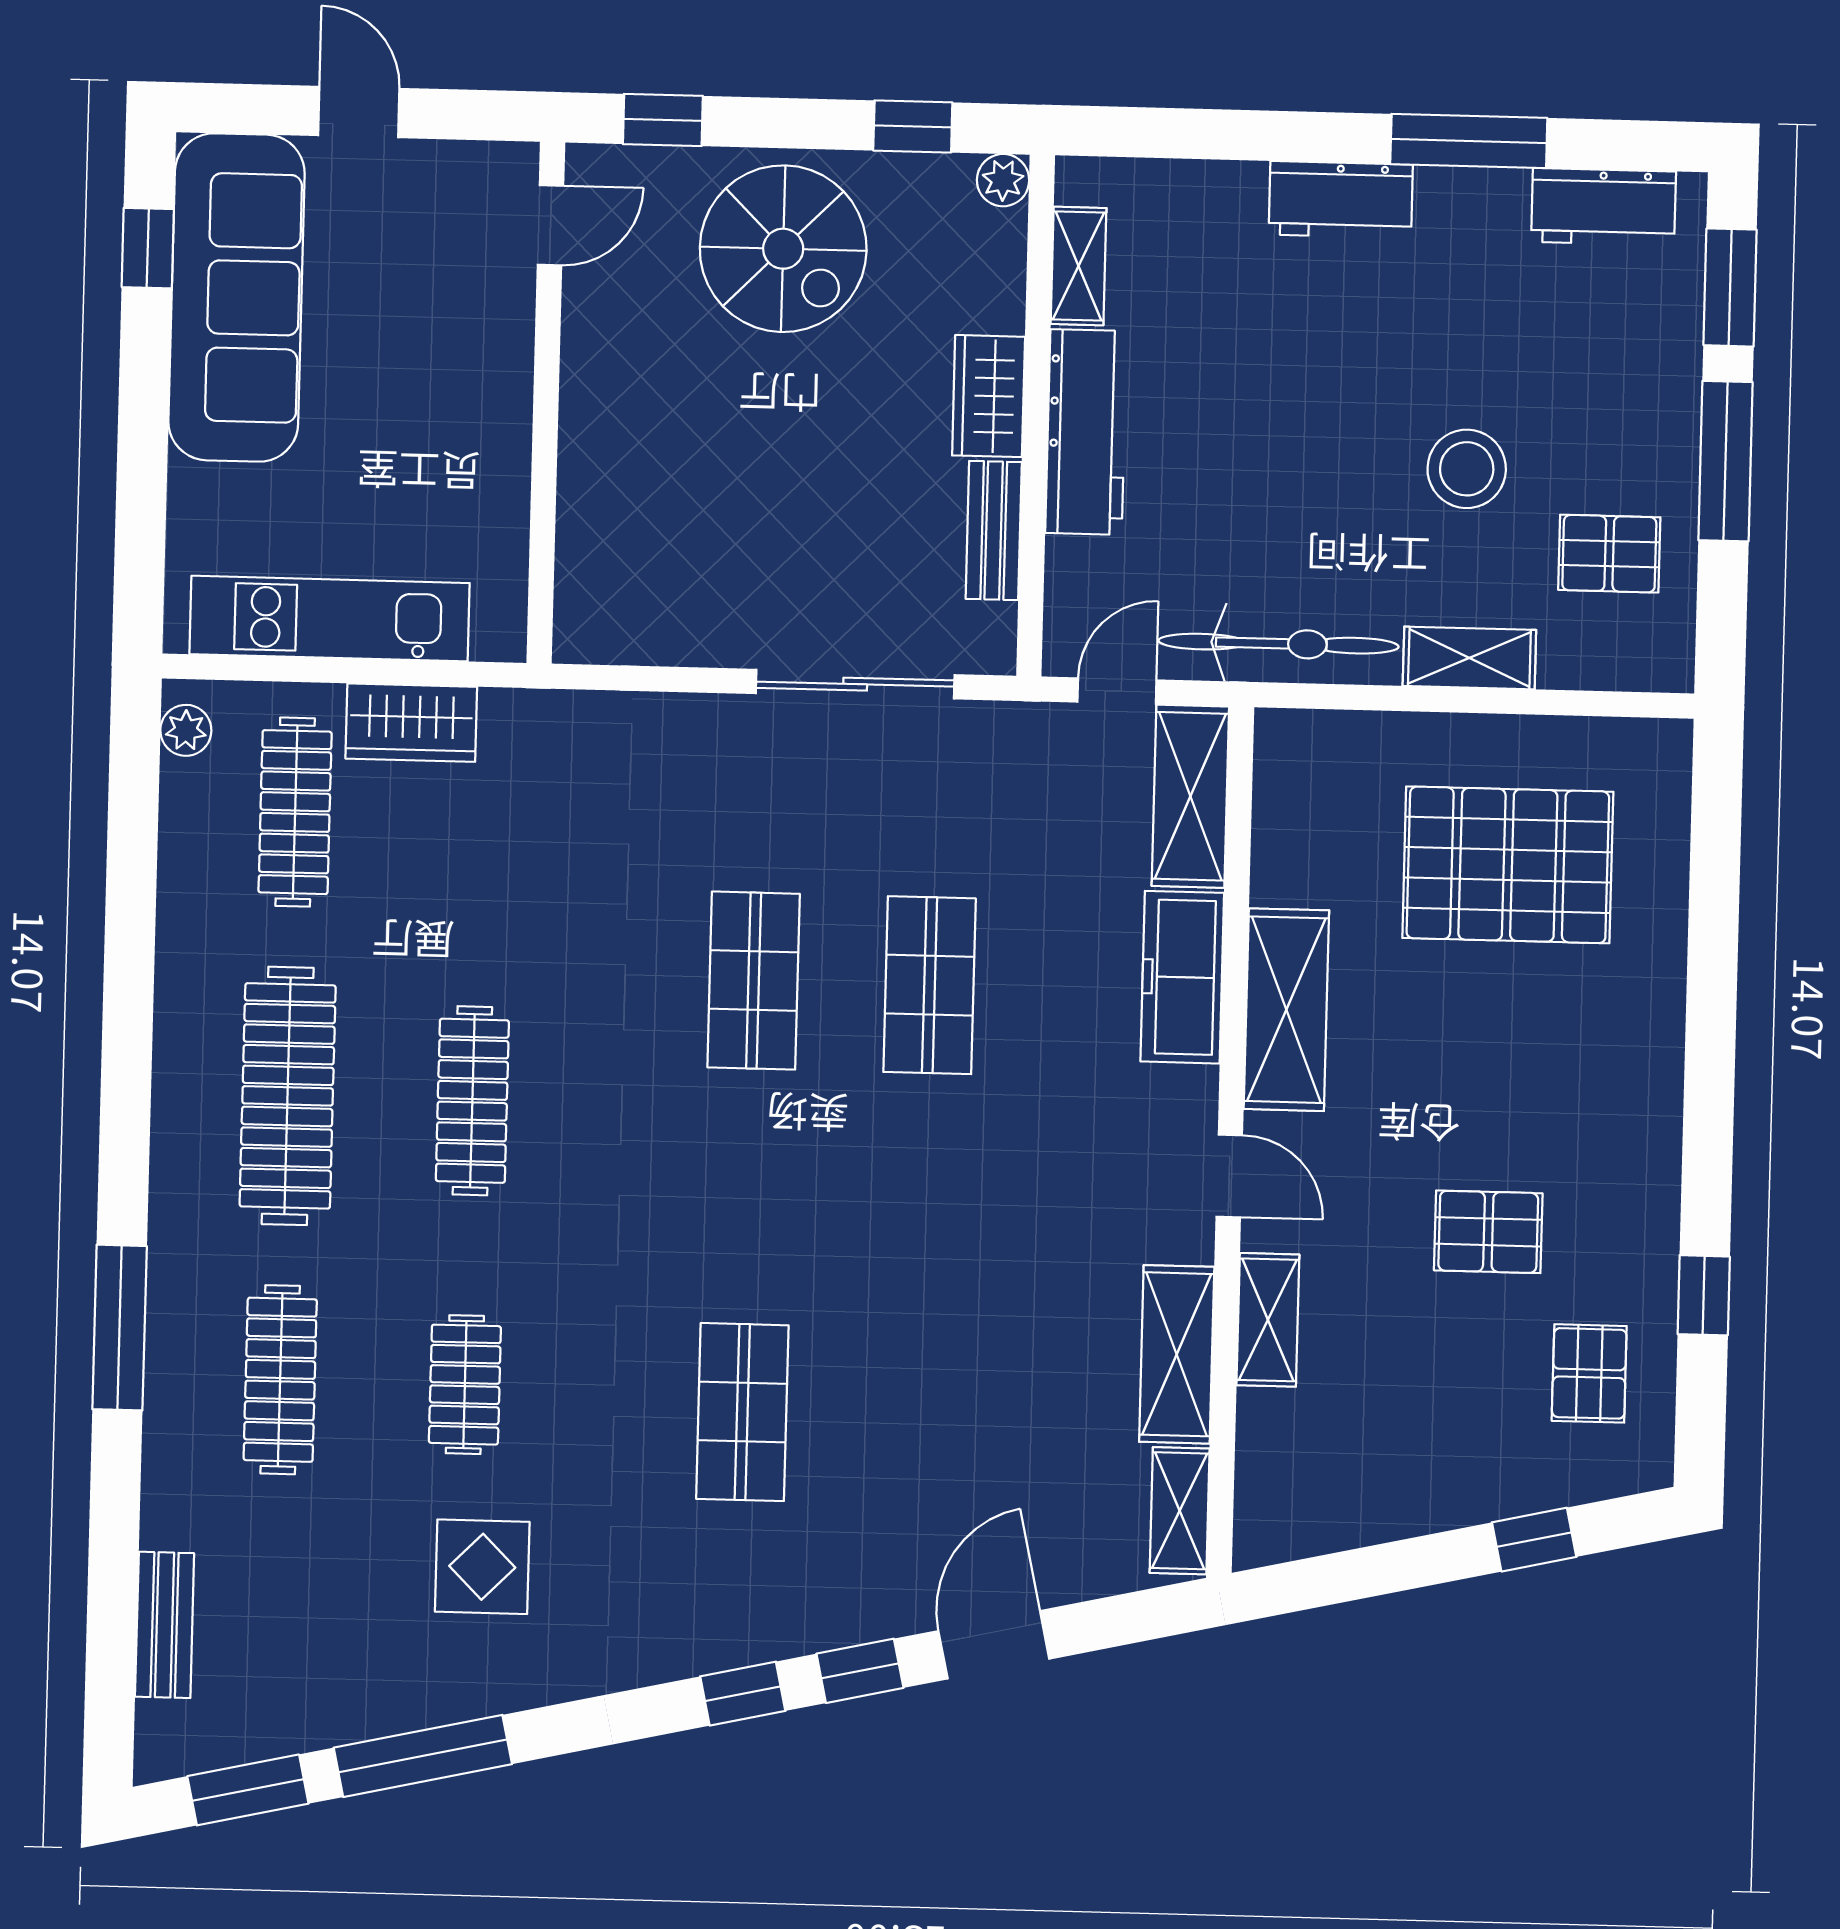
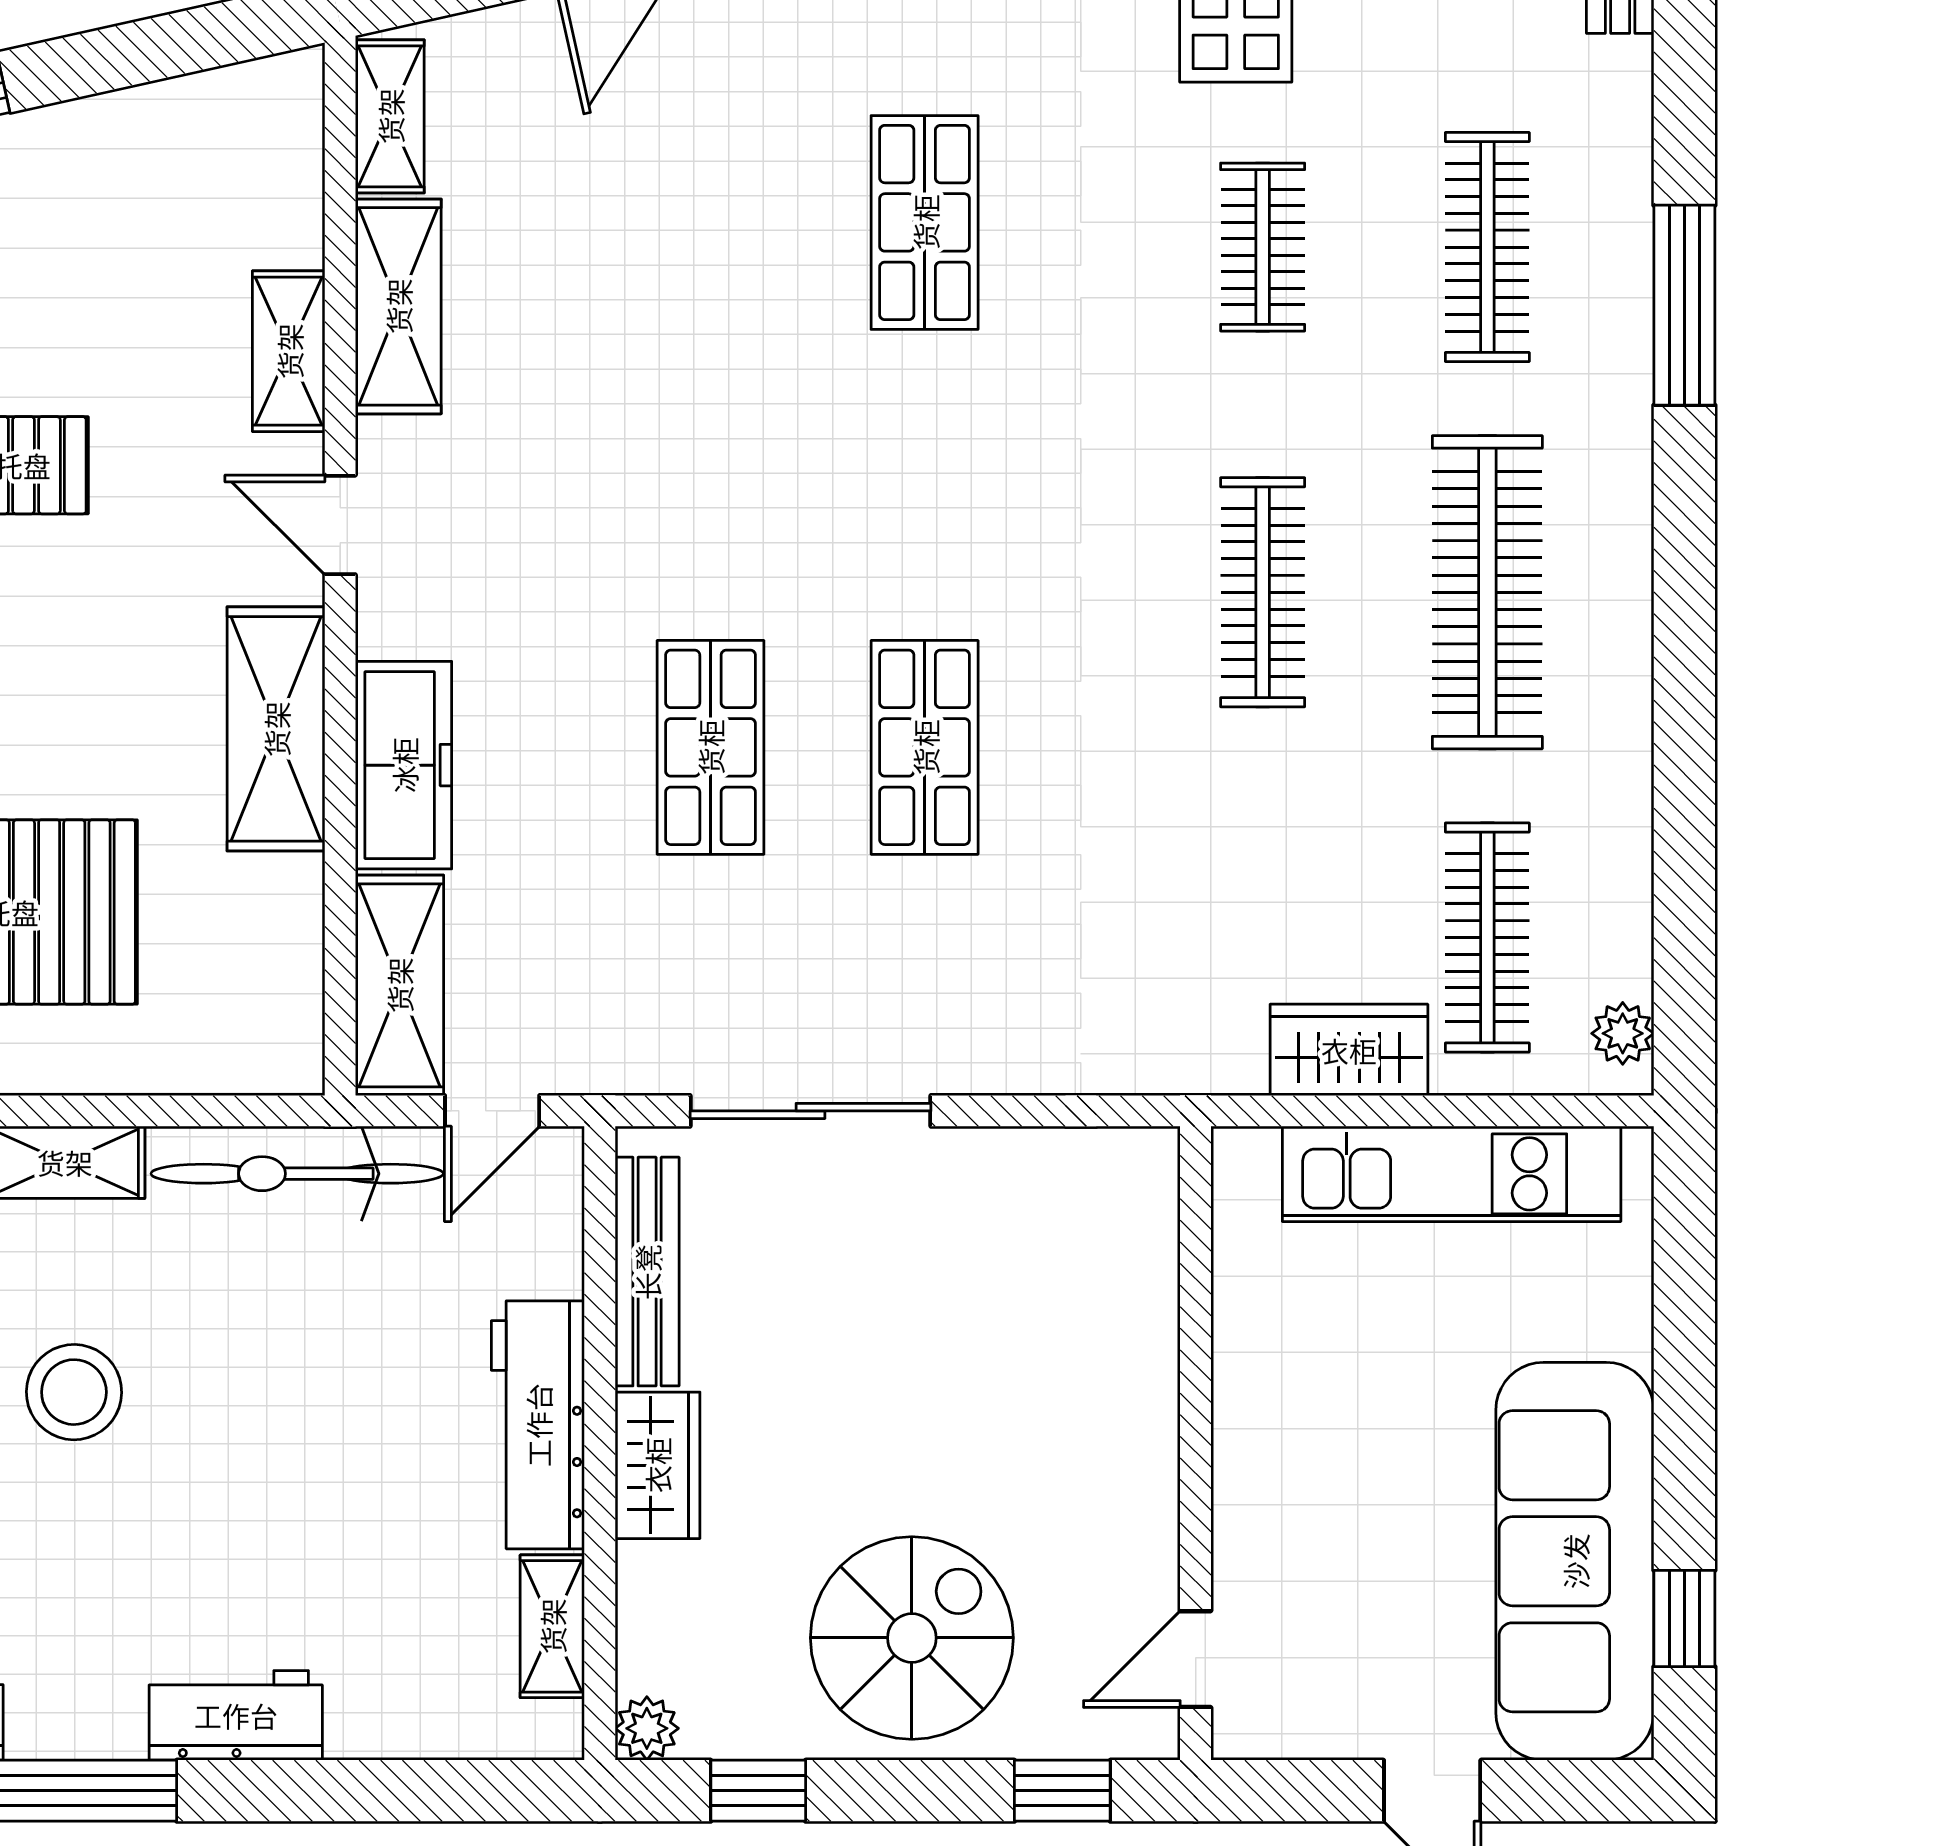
spiral stairs: (783, 249) -> (912, 1638), turned 90
bench: (994, 531) -> (647, 1272), width x1.36

